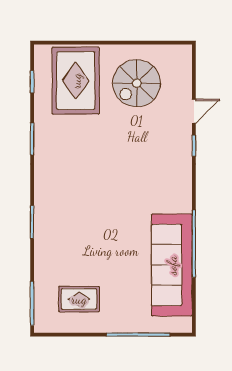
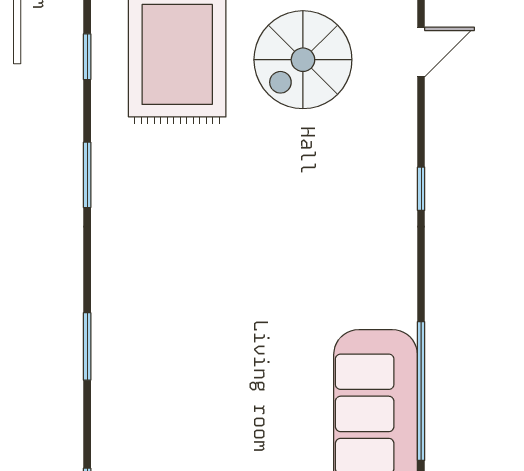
door: (194, 111) -> (421, 52), moved

